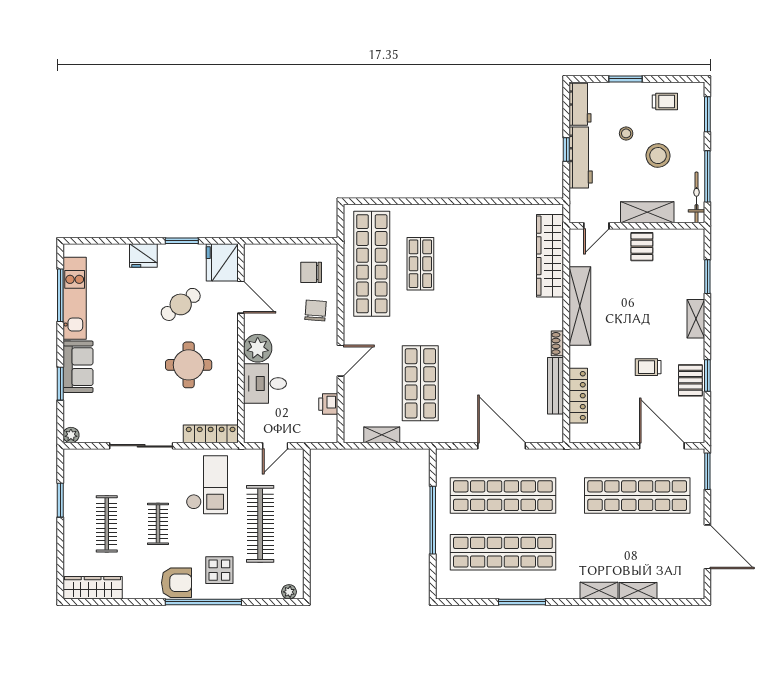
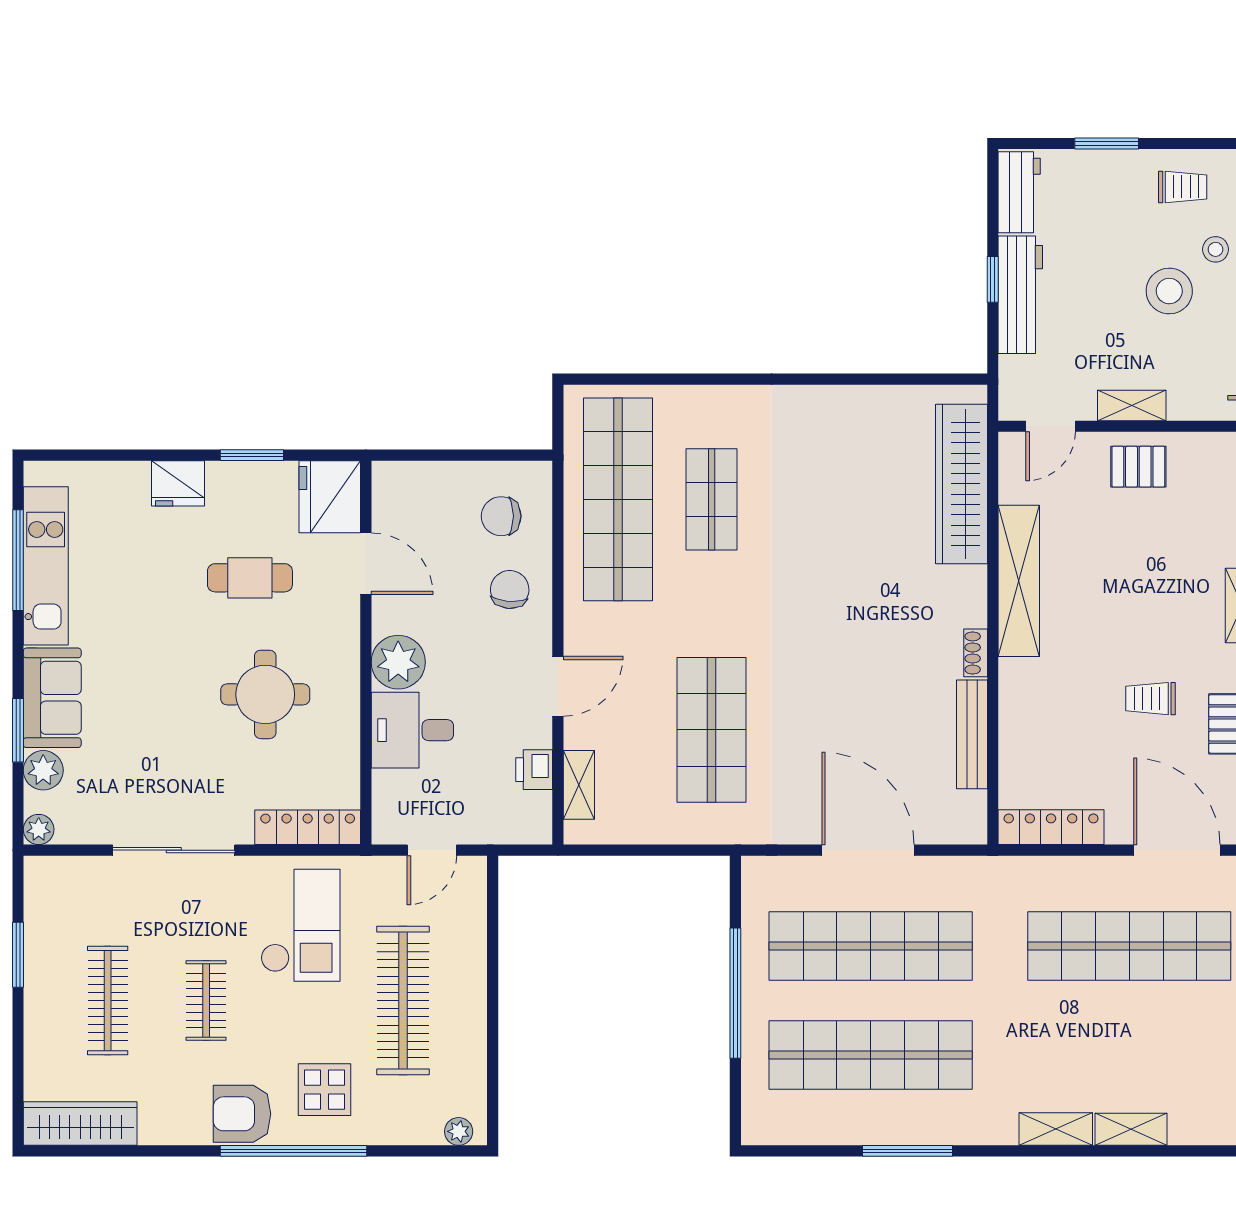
stool: (626, 133) -> (1216, 249), moved
shelving: (647, 212) -> (1132, 405), width x0.67, depth x0.75
pallet: (642, 247) -> (1138, 467), turned 90
cafe table: (181, 304) -> (250, 578), turned 36
locker: (578, 396) -> (1051, 827), moved, turned -90
plant: (73, 404) -> (43, 770), added
shelving: (382, 435) -> (579, 785), moved, turned 90
armchair: (177, 583) -> (242, 1114), turned 180

